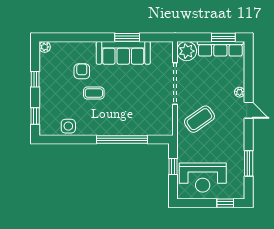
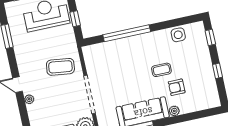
plant: (45, 47) -> (174, 111), moved
armchair: (82, 71) -> (177, 87), turned 90
coffee table: (199, 119) -> (60, 67), turned 42

